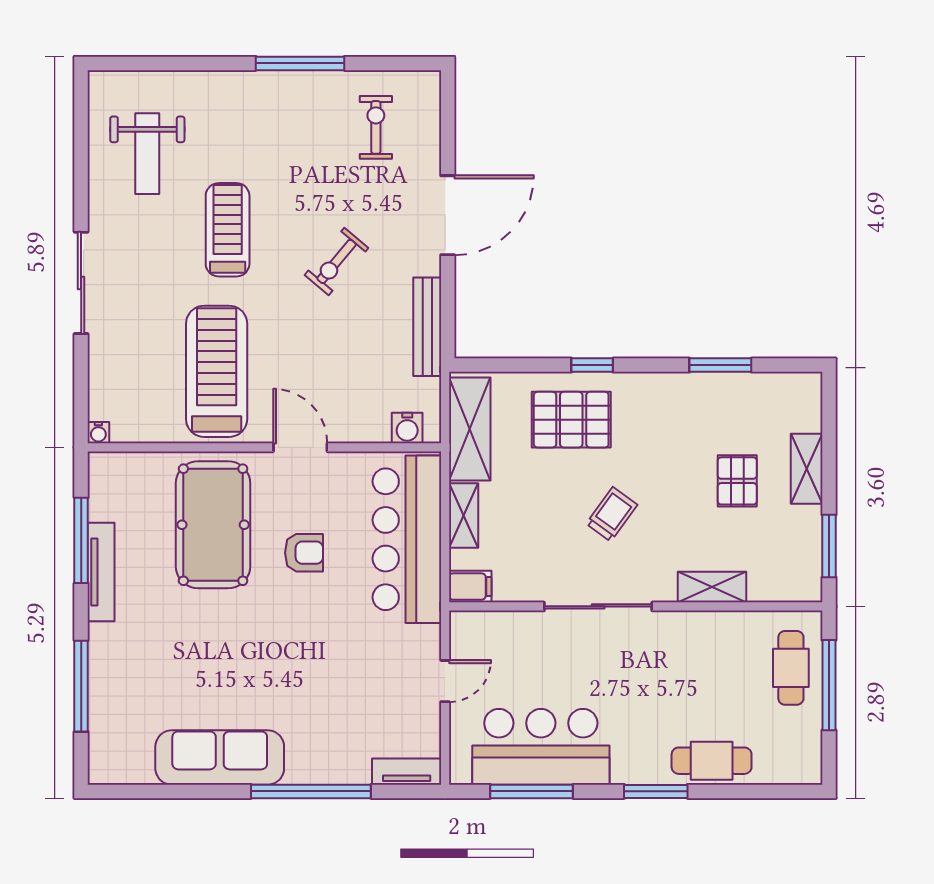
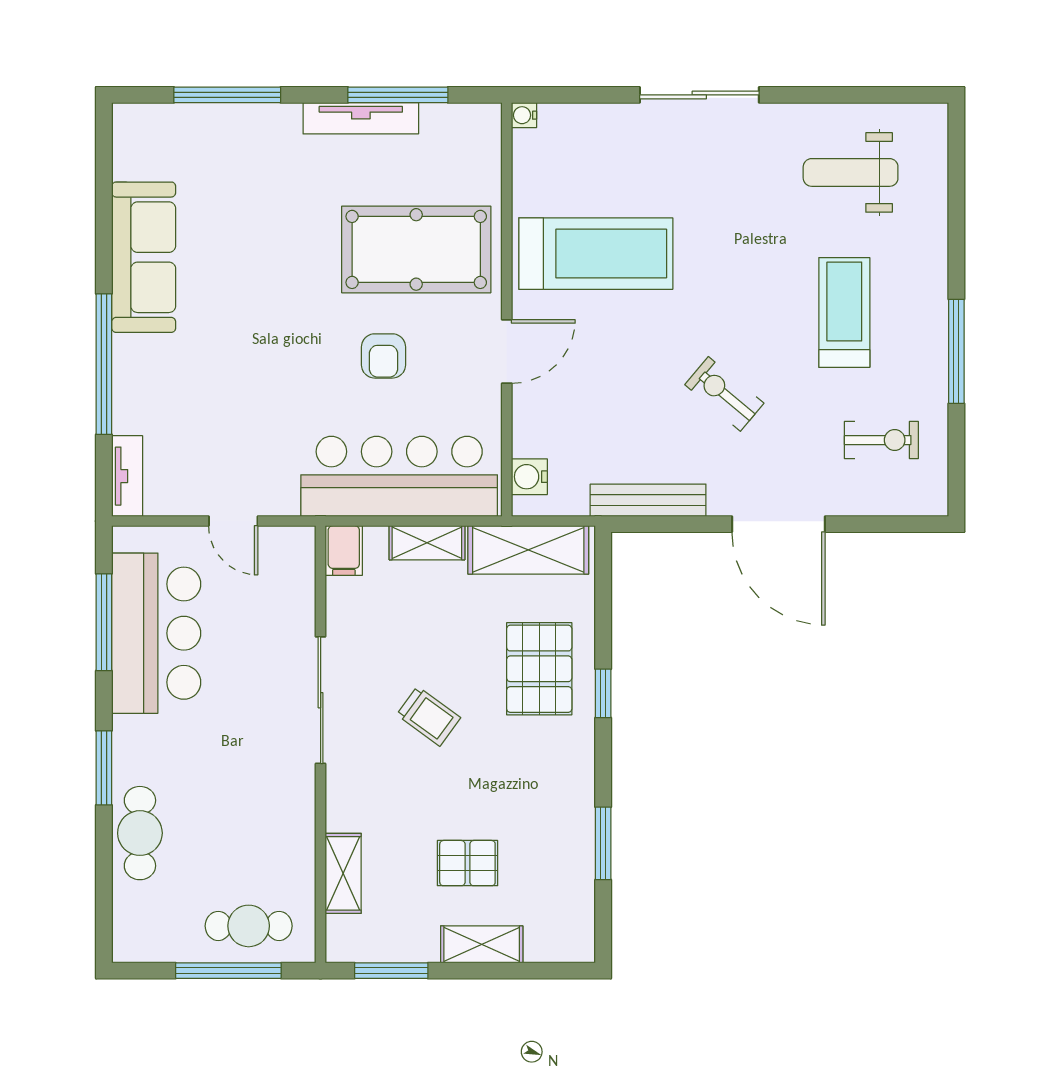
treadmill: (228, 230) -> (844, 312), moved, turned -90
shelving: (712, 587) -> (343, 873), moved

